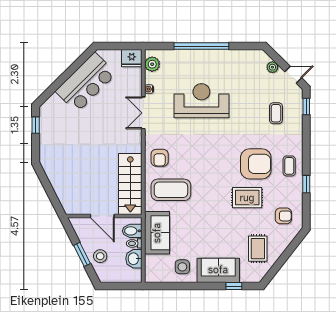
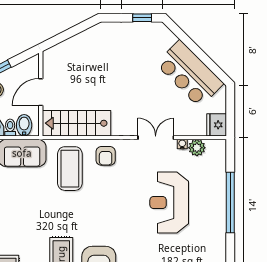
plant: (152, 64) -> (197, 148), moved
reception desk: (201, 101) -> (169, 203), turned 180
armchair: (160, 158) -> (106, 156), turned -90

